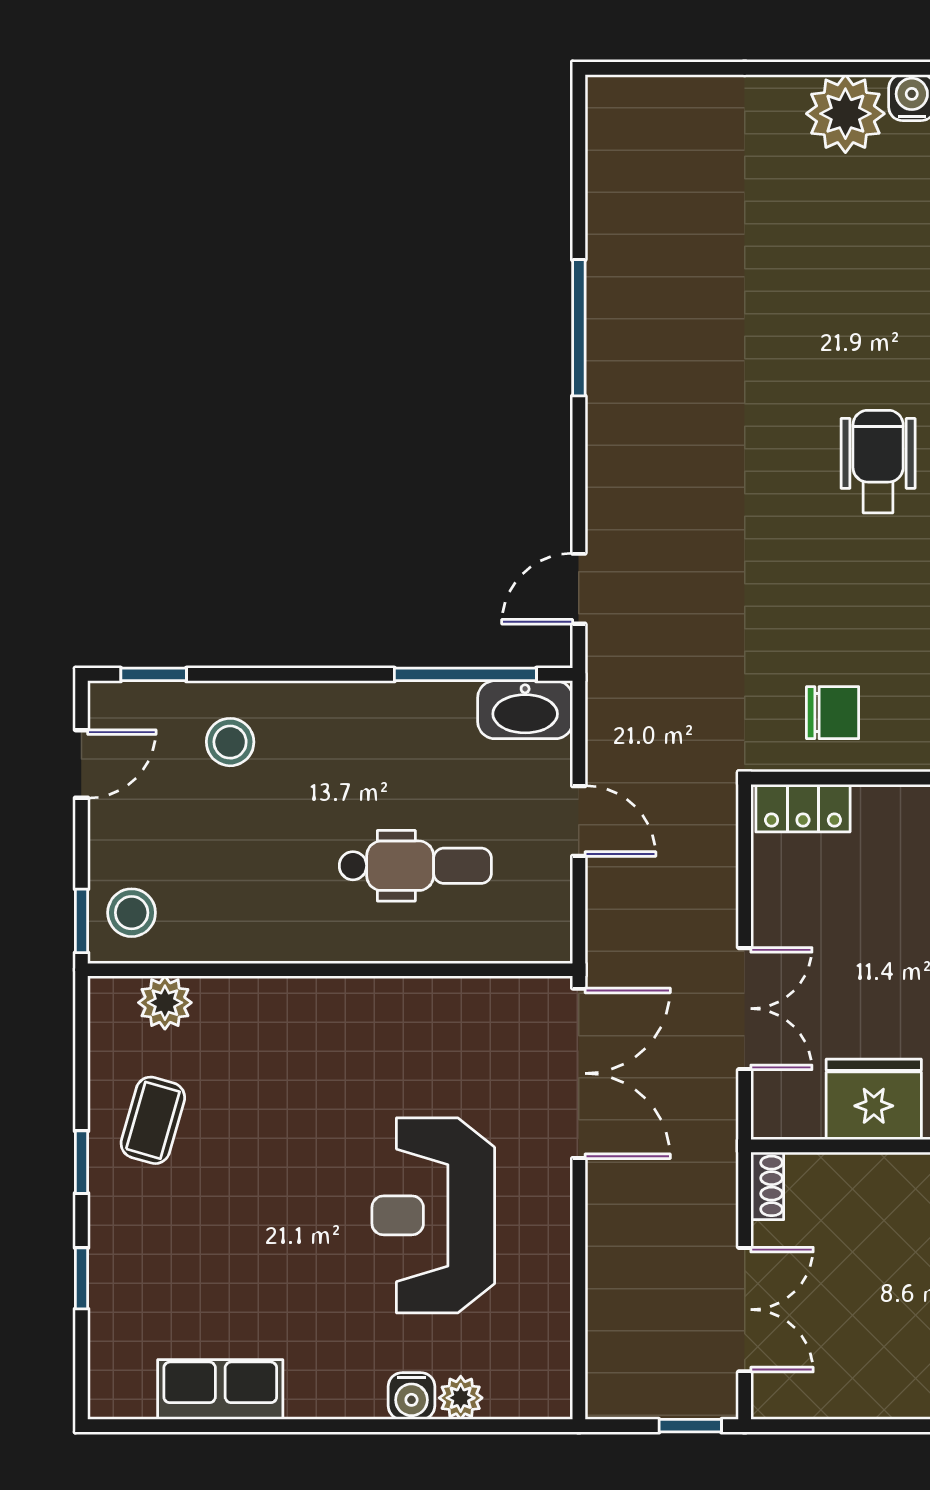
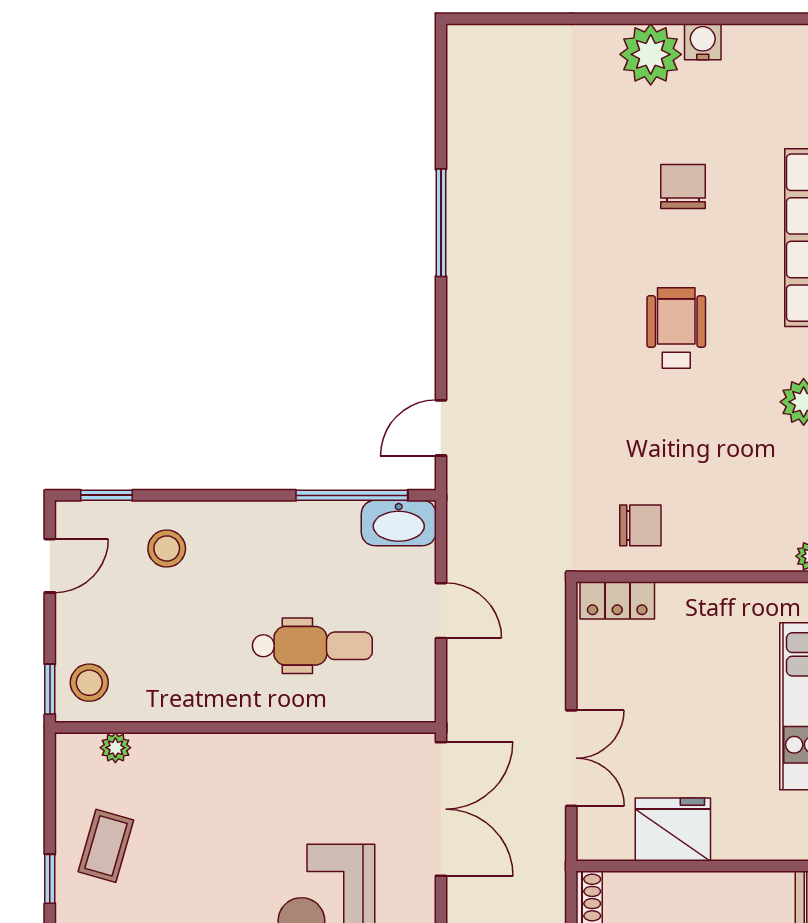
chair: (887, 282) -> (683, 187), added
plant: (165, 1003) -> (115, 748), width x0.73, depth x0.73

